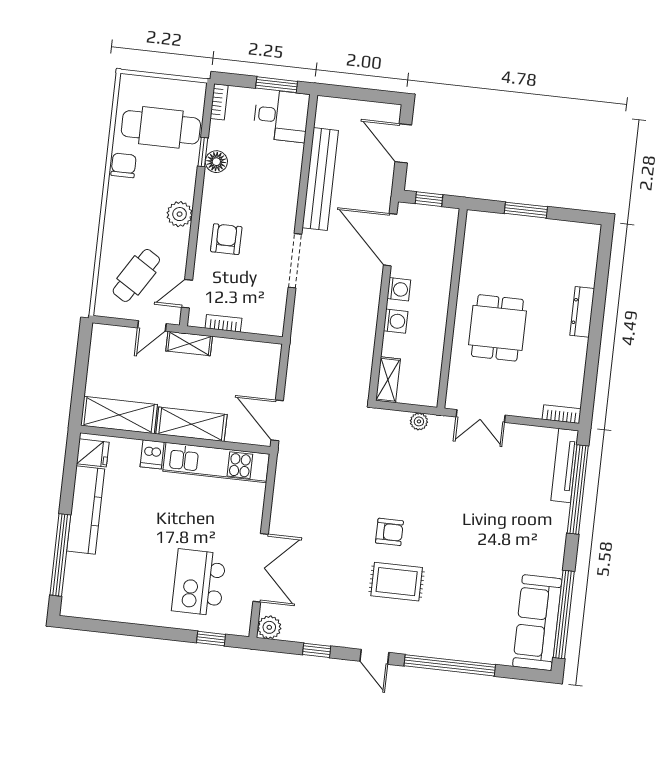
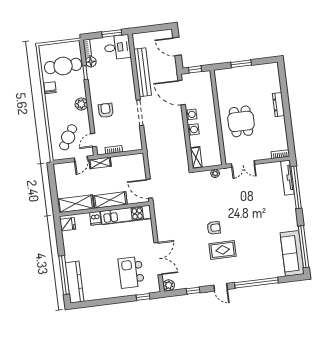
floor lamp: (216, 162) -> (91, 62), moved
kitchen counter: (86, 510) -> (75, 282), moved

